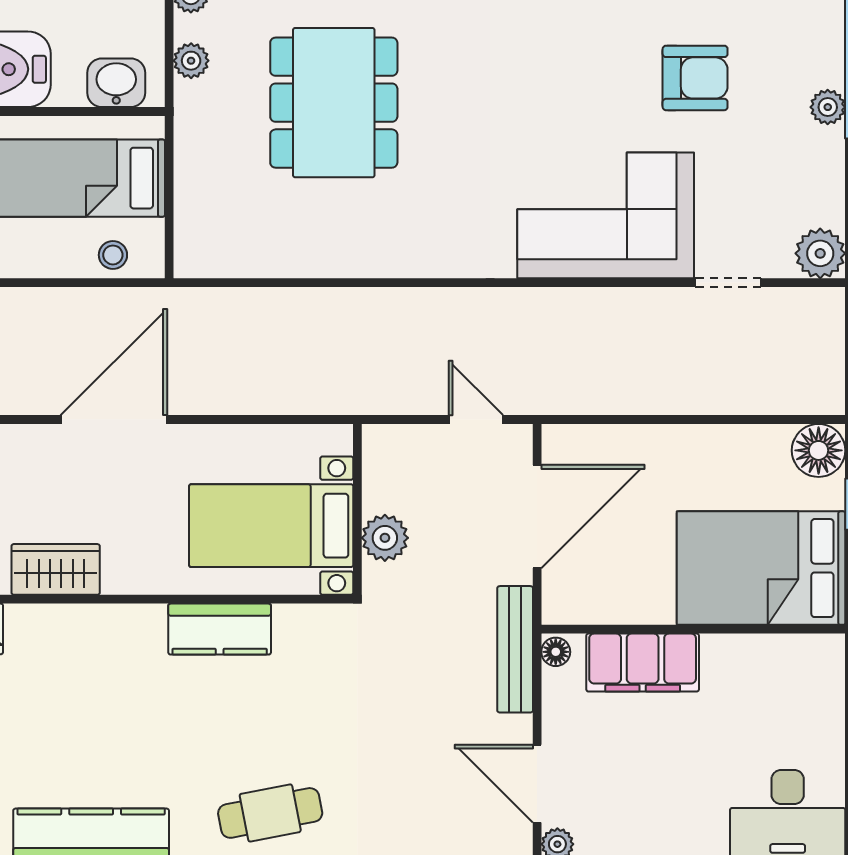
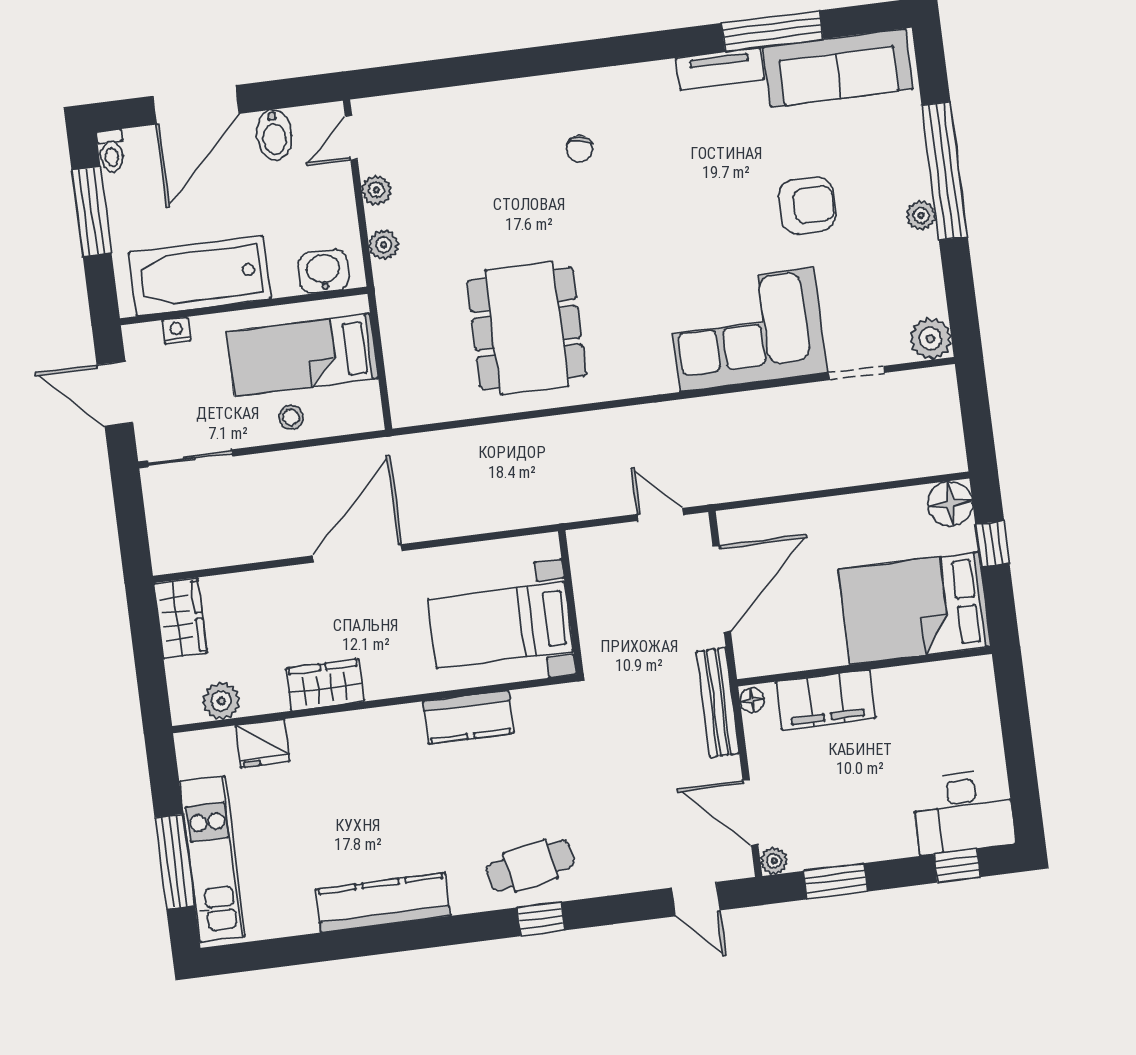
dining table: (334, 103) -> (527, 328), moved
stool: (113, 255) -> (291, 417), moved
plant: (385, 538) -> (597, 623), removed

